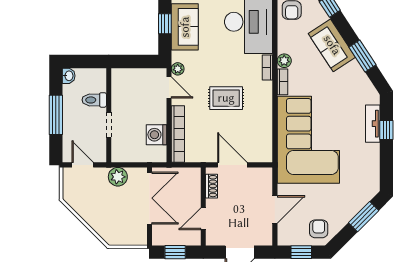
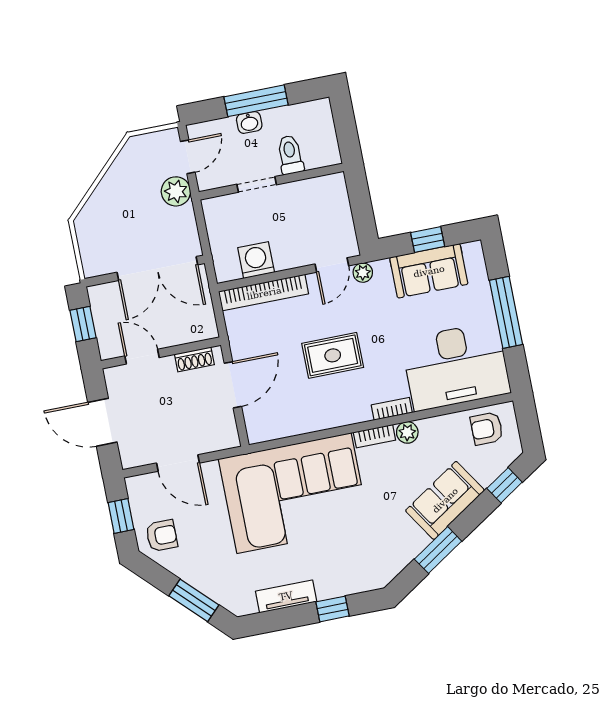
washbasin: (69, 76) -> (249, 122), moved
rug: (226, 98) -> (333, 355), turned 90
tv unit: (373, 124) -> (286, 596), moved
plant: (118, 177) -> (176, 191), moved

